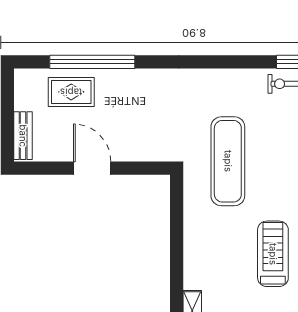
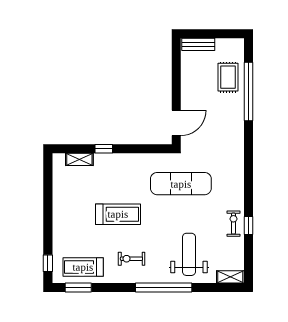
door: (92, 168) -> (176, 123), moved
window: (177, 275) -> (104, 149), added

